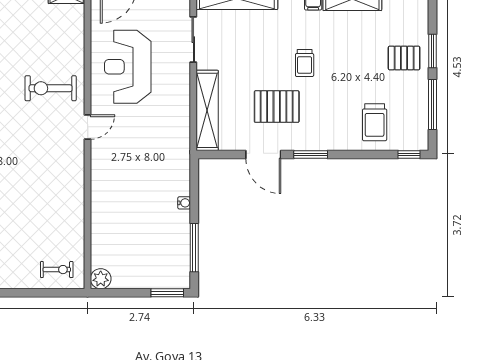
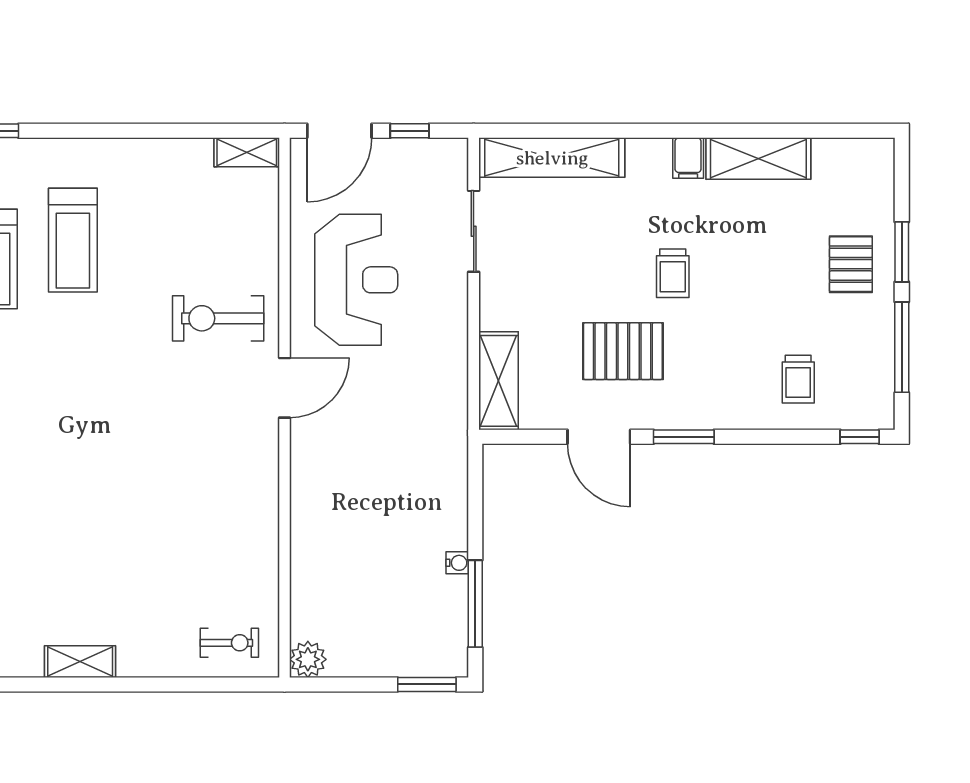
pallet: (404, 58) -> (851, 264), turned 90
reception desk: (128, 67) -> (356, 280), turned 180
shelving: (207, 110) -> (498, 381), width x0.68
trolley: (375, 122) -> (798, 379), width x0.73, depth x0.72
door: (88, 127) -> (284, 388), width x1.38
water cooler: (184, 203) -> (457, 563), moved

